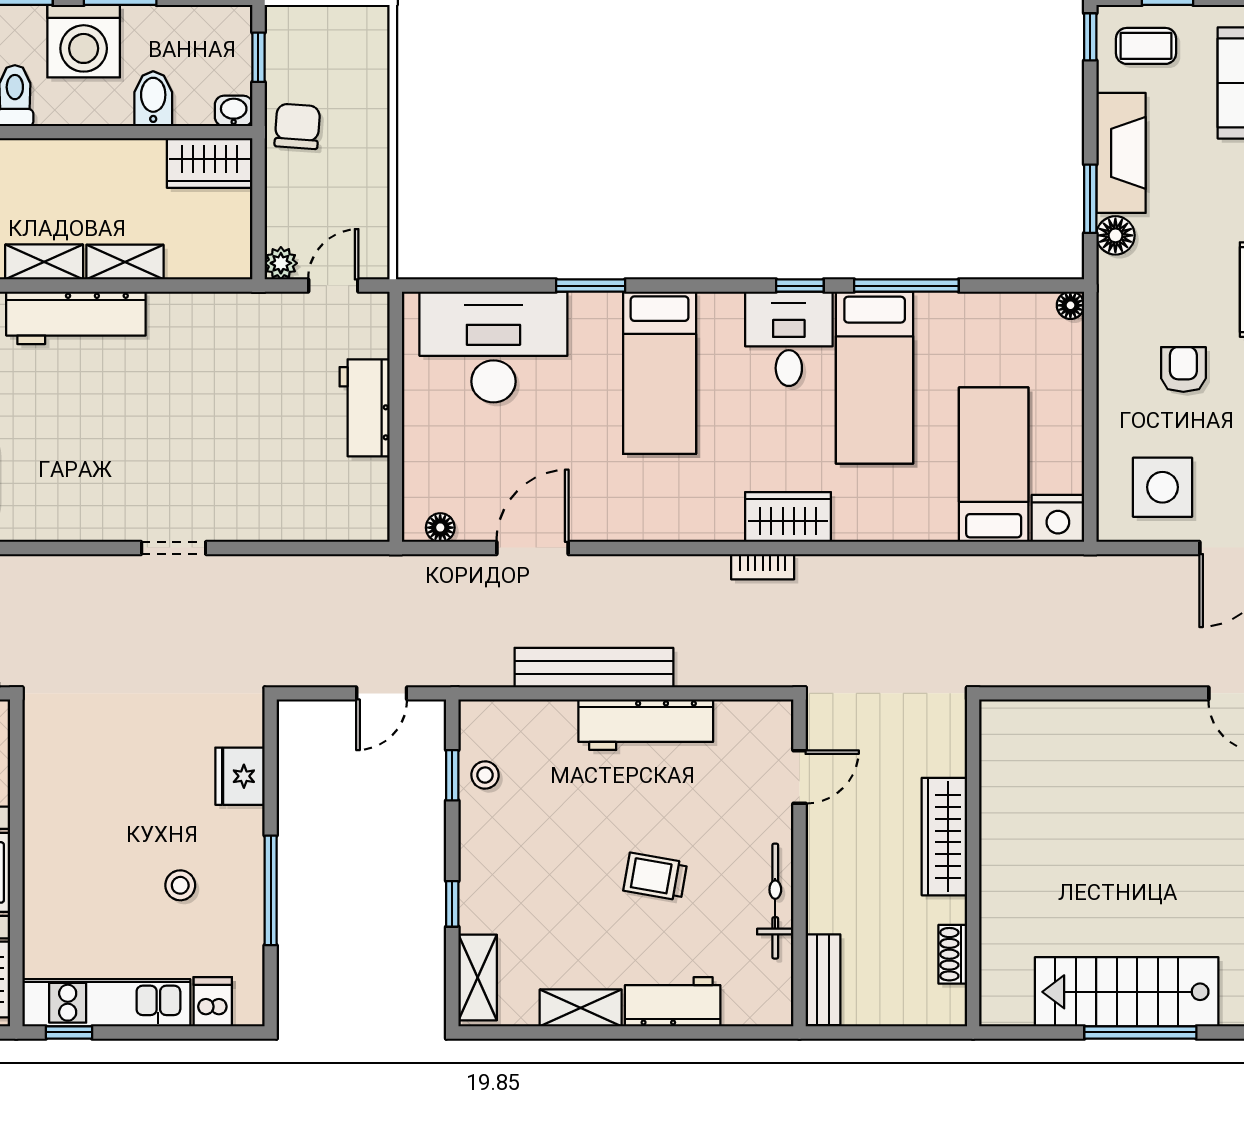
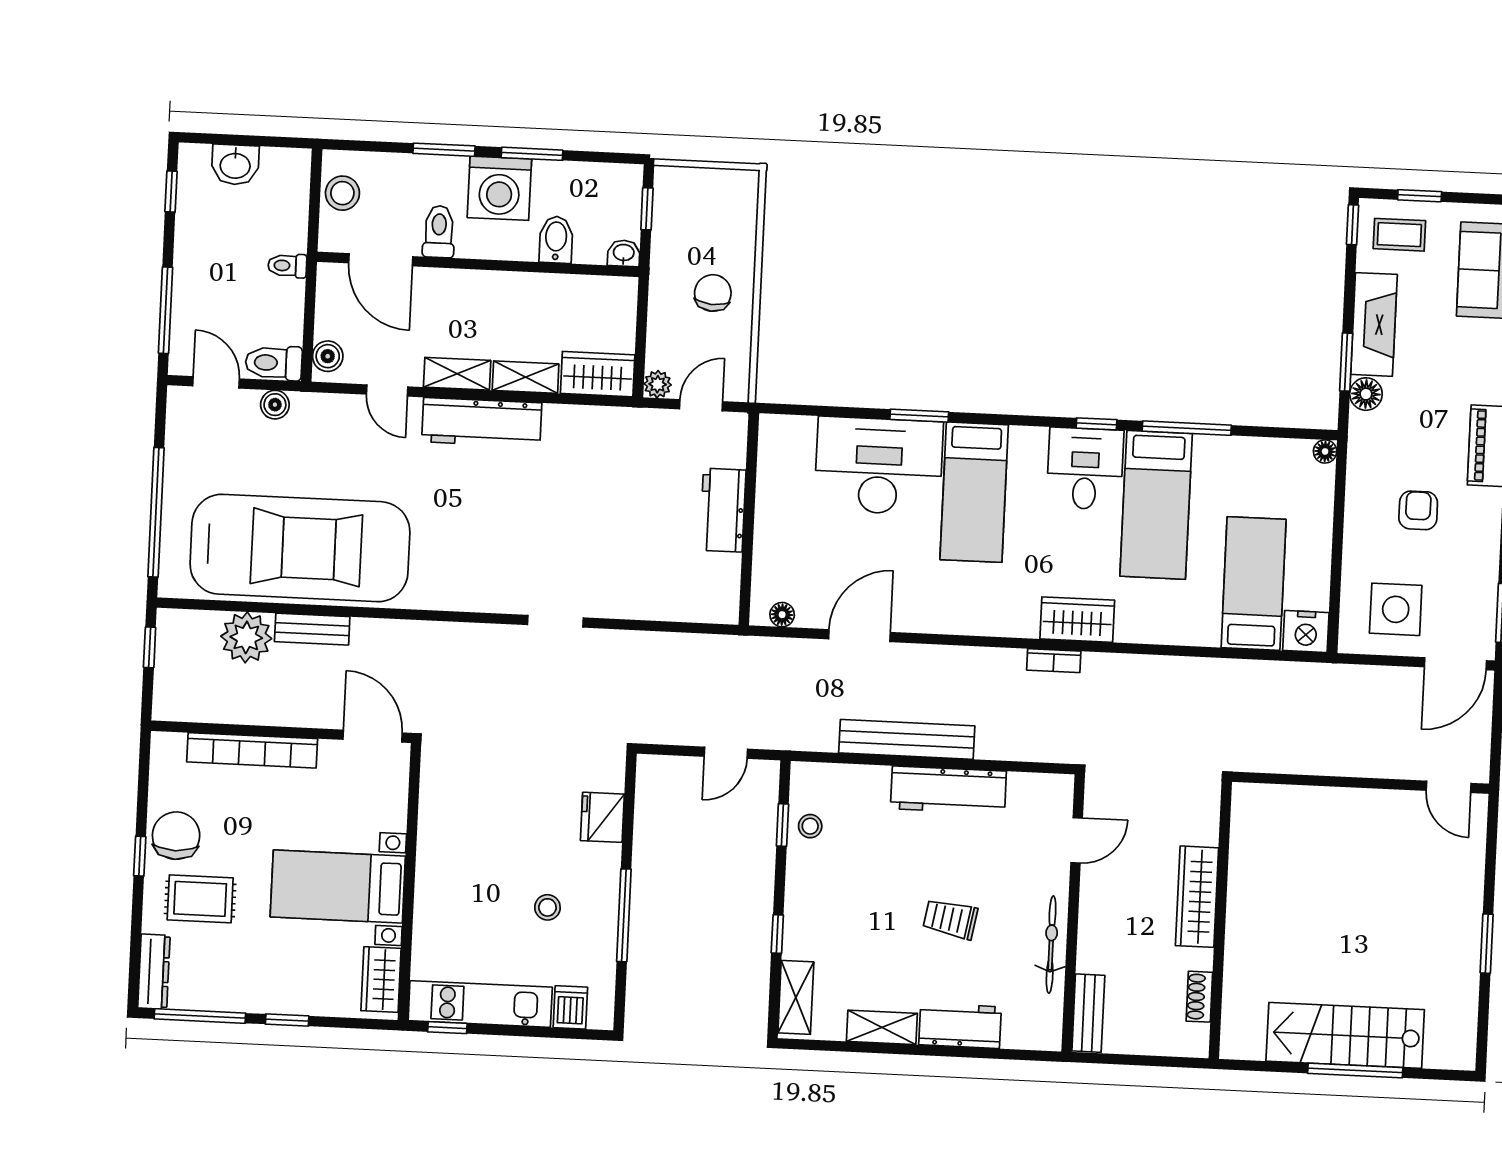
chair: (297, 126) -> (713, 293), moved
wardrobe: (210, 163) -> (598, 374), moved, turned 180
desk: (493, 347) -> (879, 466), moved

